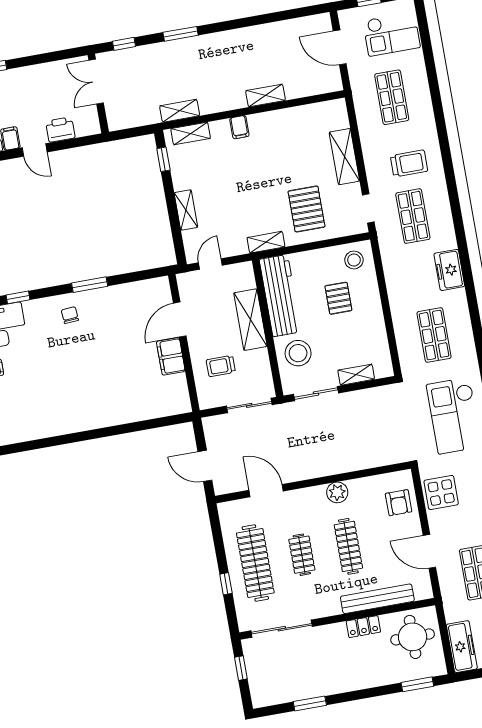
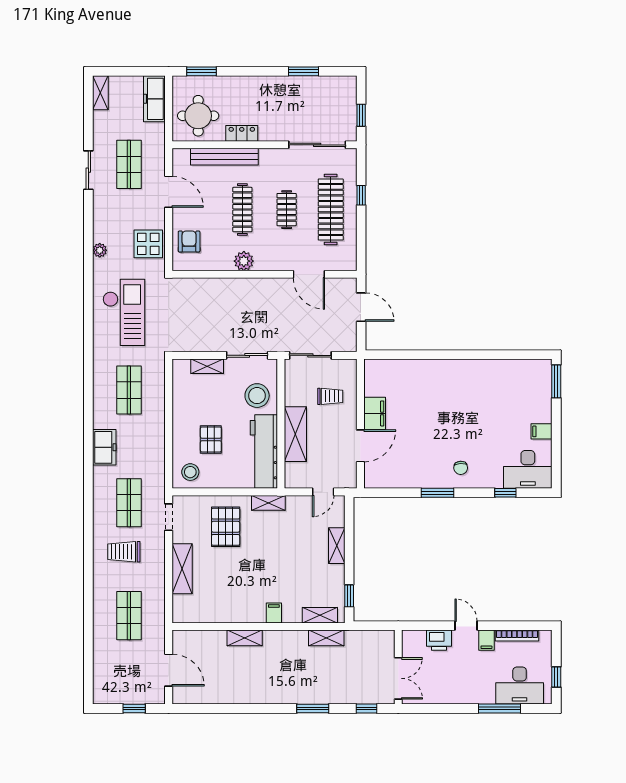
checkout: (392, 34) -> (119, 674), removed

